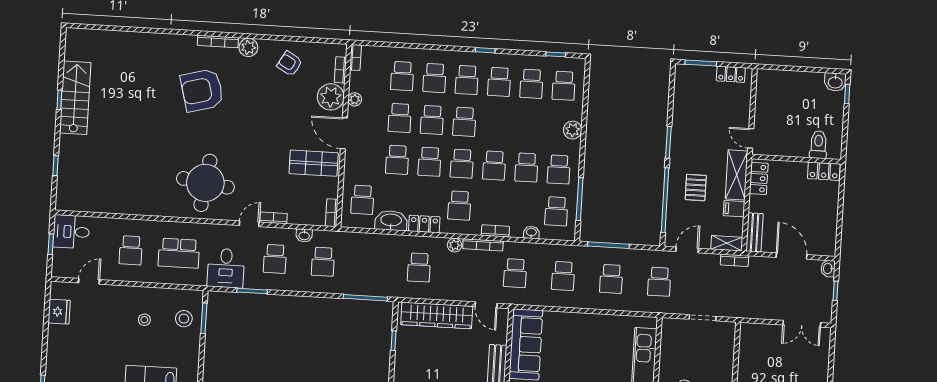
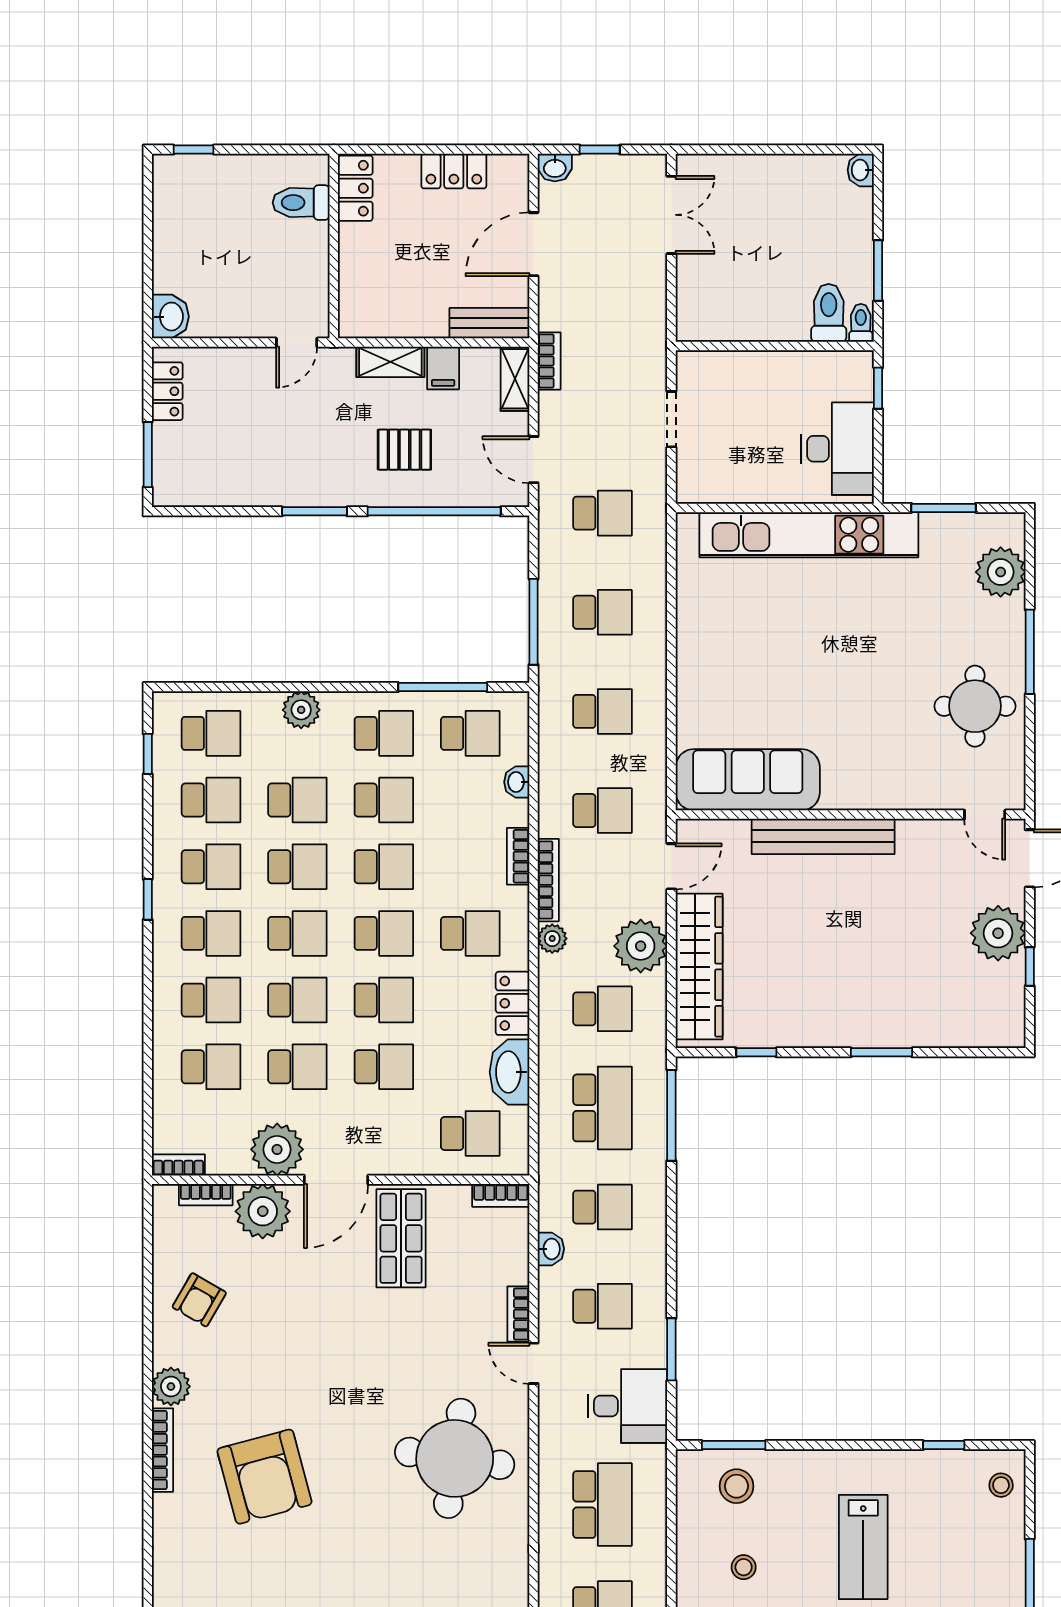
washbasin: (835, 82) -> (170, 317), moved
plant: (355, 99) -> (277, 1149), width x1.87, depth x1.87
school desk: (497, 124) -> (297, 867), added
school desk: (529, 126) -> (297, 800), added
shelving: (737, 175) -> (390, 362), width x0.67, depth x0.75
locker: (759, 178) -> (454, 171), moved, turned 180
school desk: (371, 265) -> (602, 1108), added
plant: (448, 288) -> (641, 946), added

